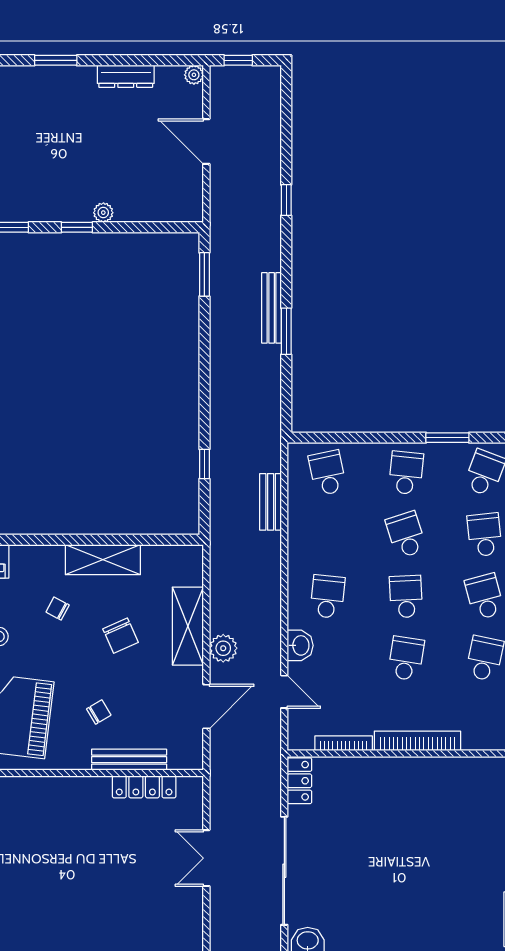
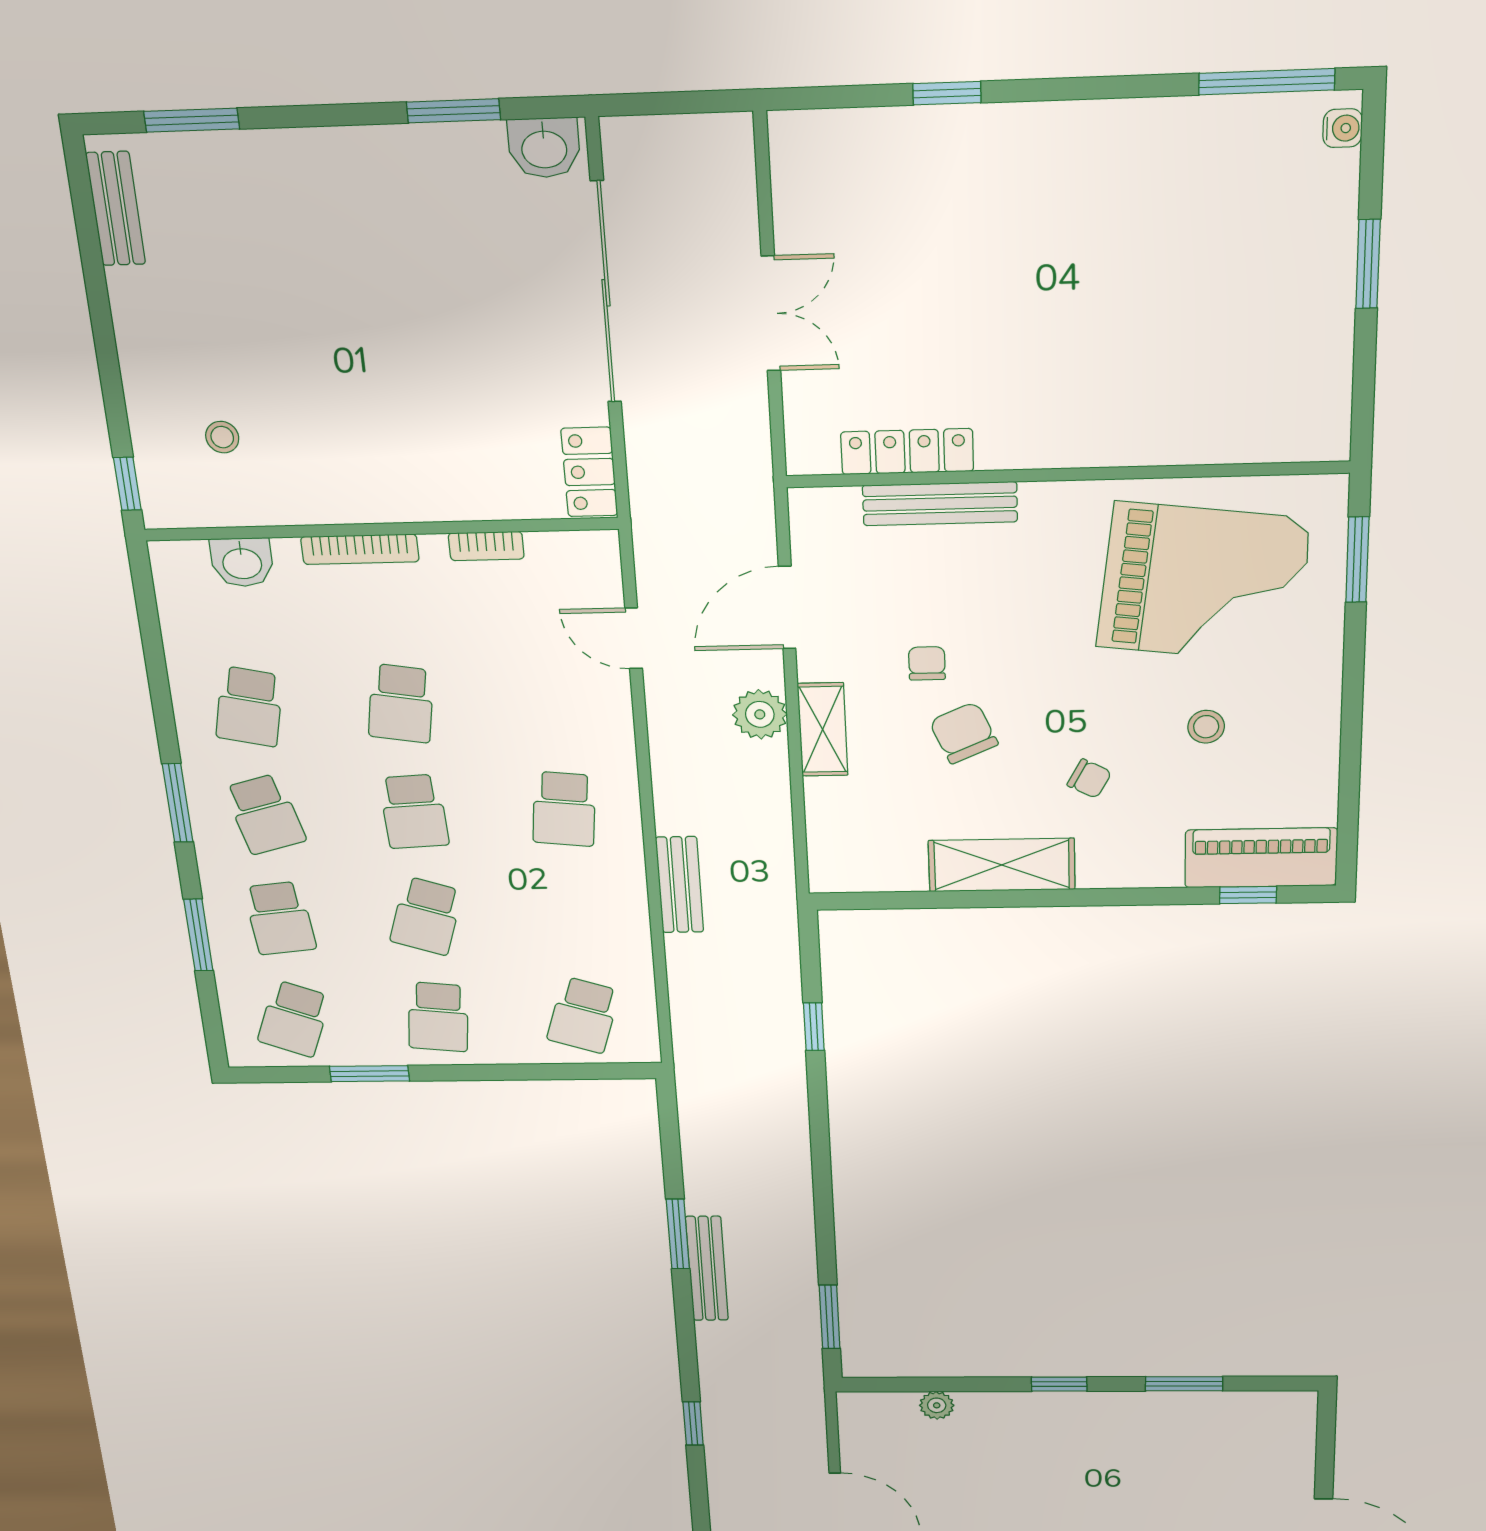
plant: (103, 213) -> (937, 1405), moved
school desk: (327, 473) -> (583, 1015), turned 30
bench: (271, 502) -> (680, 885), moved
school desk: (406, 535) -> (426, 916), turned 36
shelving: (188, 626) -> (823, 730), width x0.67, depth x0.75
washbasin: (300, 645) -> (242, 562), moved, turned -90
chair: (99, 712) -> (927, 663), moved, turned 121
bookcase: (417, 741) -> (360, 549), width x0.68, depth x0.76
bookcase: (344, 743) -> (486, 546), width x0.64
stool: (479, 804) -> (222, 437), added

